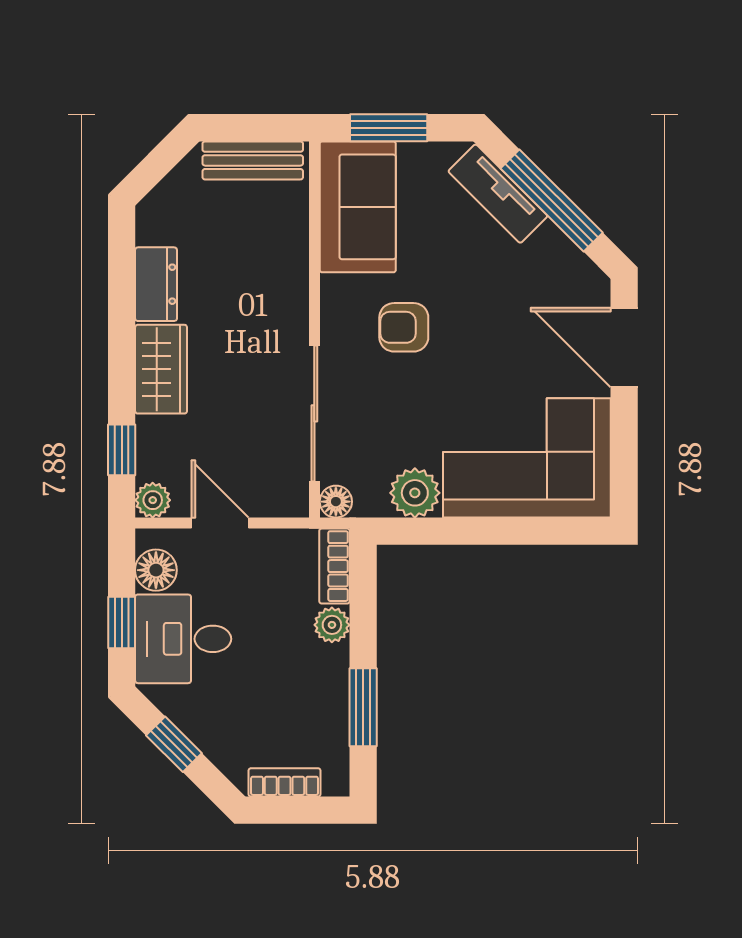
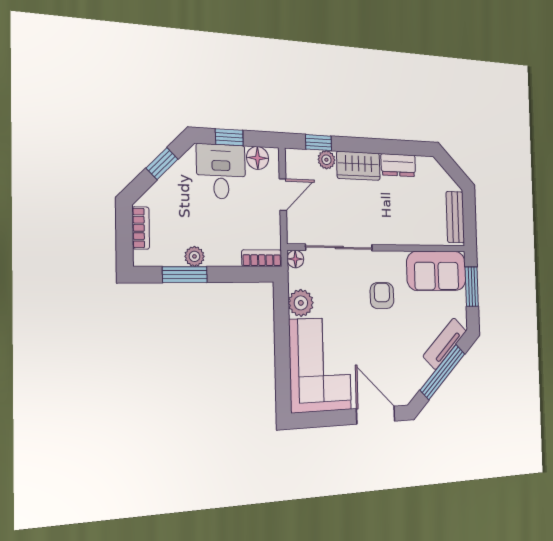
door: (624, 348) -> (376, 415), hinge flipped
plant: (153, 500) -> (326, 160), moved
plant: (332, 625) -> (194, 256), moved

